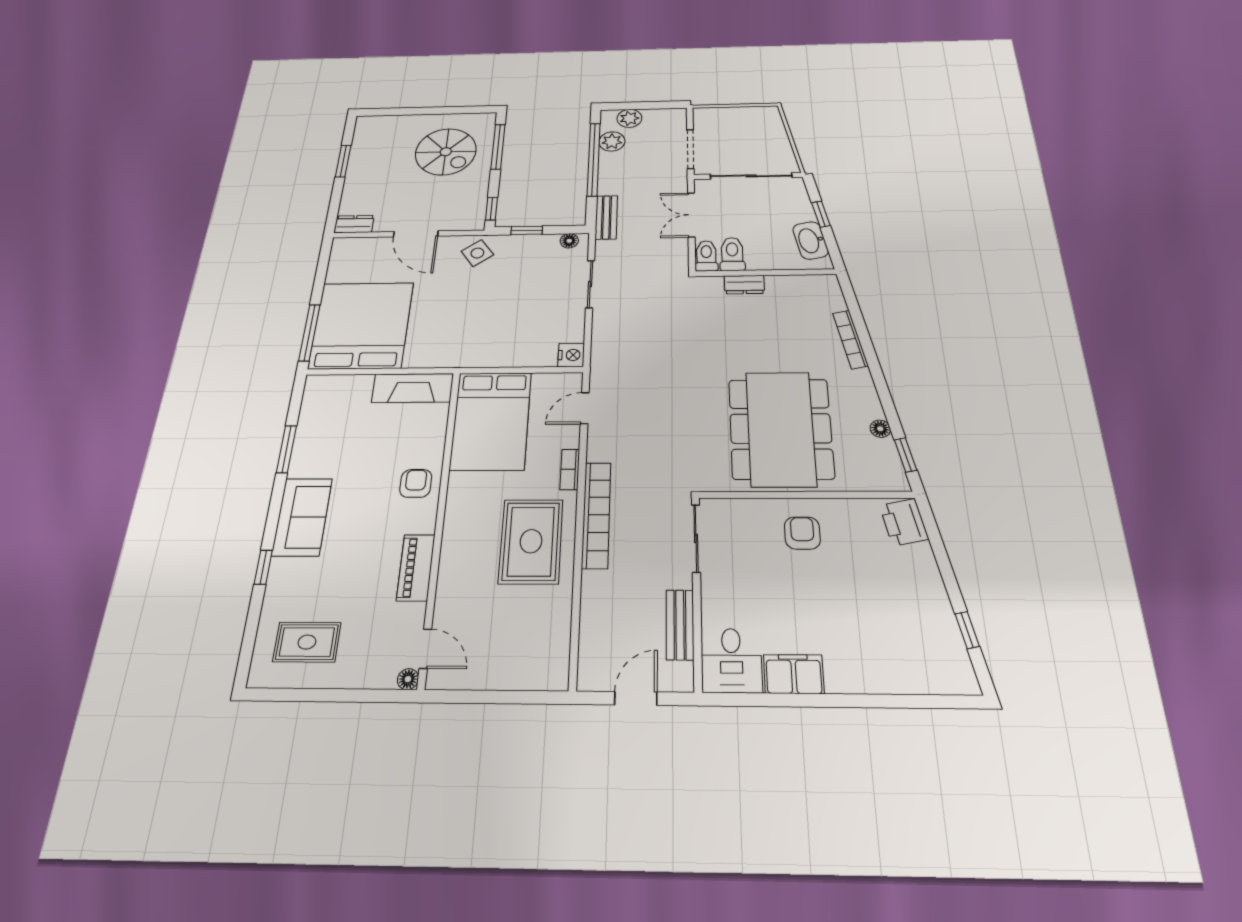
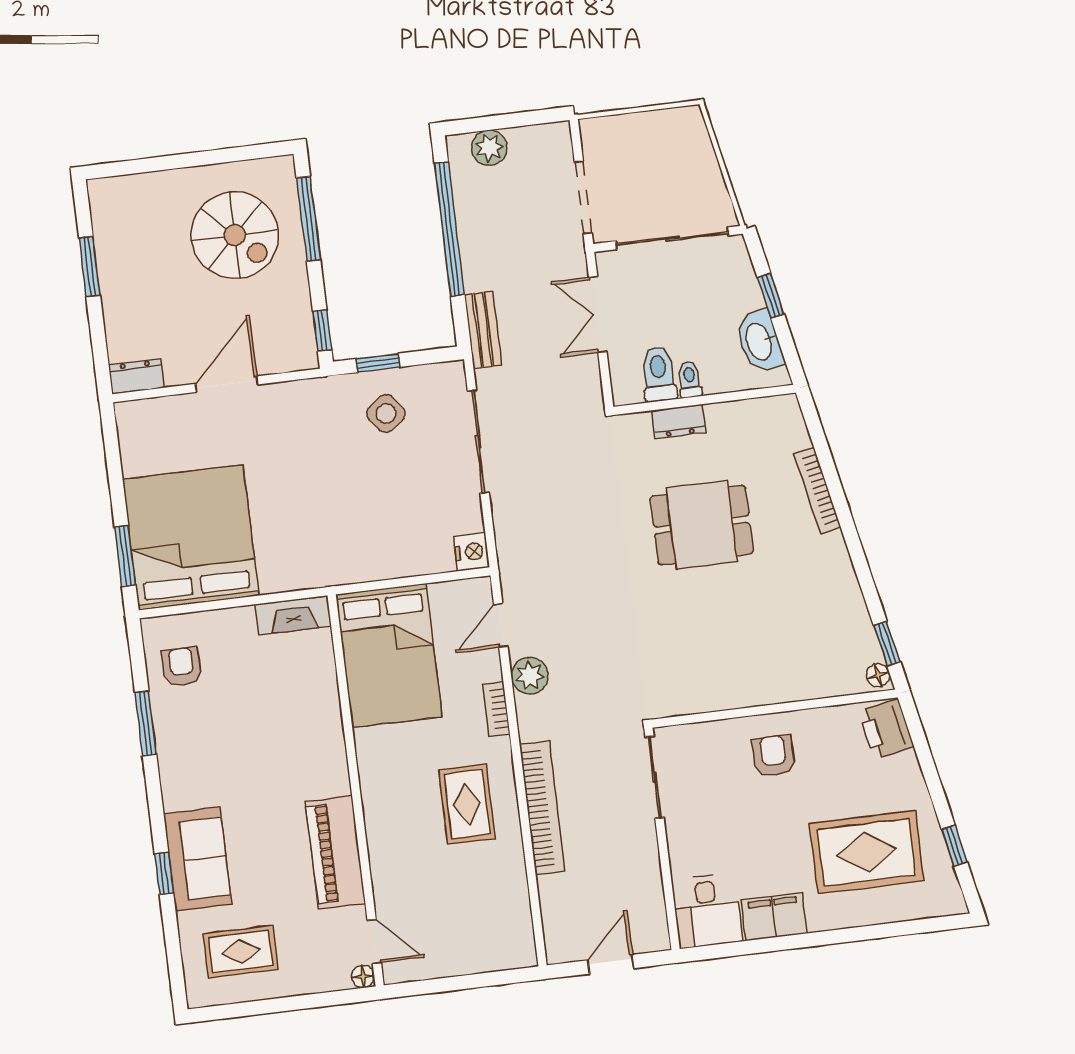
plant: (612, 141) -> (530, 676), moved
door: (416, 234) -> (227, 384), swing flipped
floor lamp: (569, 241) -> (439, 374), removed
side table: (477, 253) -> (386, 414), moved
toilet: (706, 256) -> (690, 380), moved, width x0.73, depth x0.72
sliding door: (590, 284) -> (478, 442), width x1.37
window: (309, 333) -> (125, 556), width x0.69
fireplace: (413, 388) -> (293, 615), width x0.73, depth x0.76
dining table: (781, 428) -> (702, 525), moved, width x0.53, depth x0.80
floor lamp: (880, 429) -> (878, 675), moved
armchair: (416, 483) -> (181, 667), moved
bookcase: (596, 515) -> (542, 808), moved
sofa: (302, 517) -> (198, 859), moved
rug: (531, 541) -> (467, 804), width x0.73, depth x0.70
piano: (416, 567) -> (335, 852), width x1.37, depth x1.33
bench: (680, 625) -> (648, 879), removed
rug: (884, 626) -> (867, 852), added

